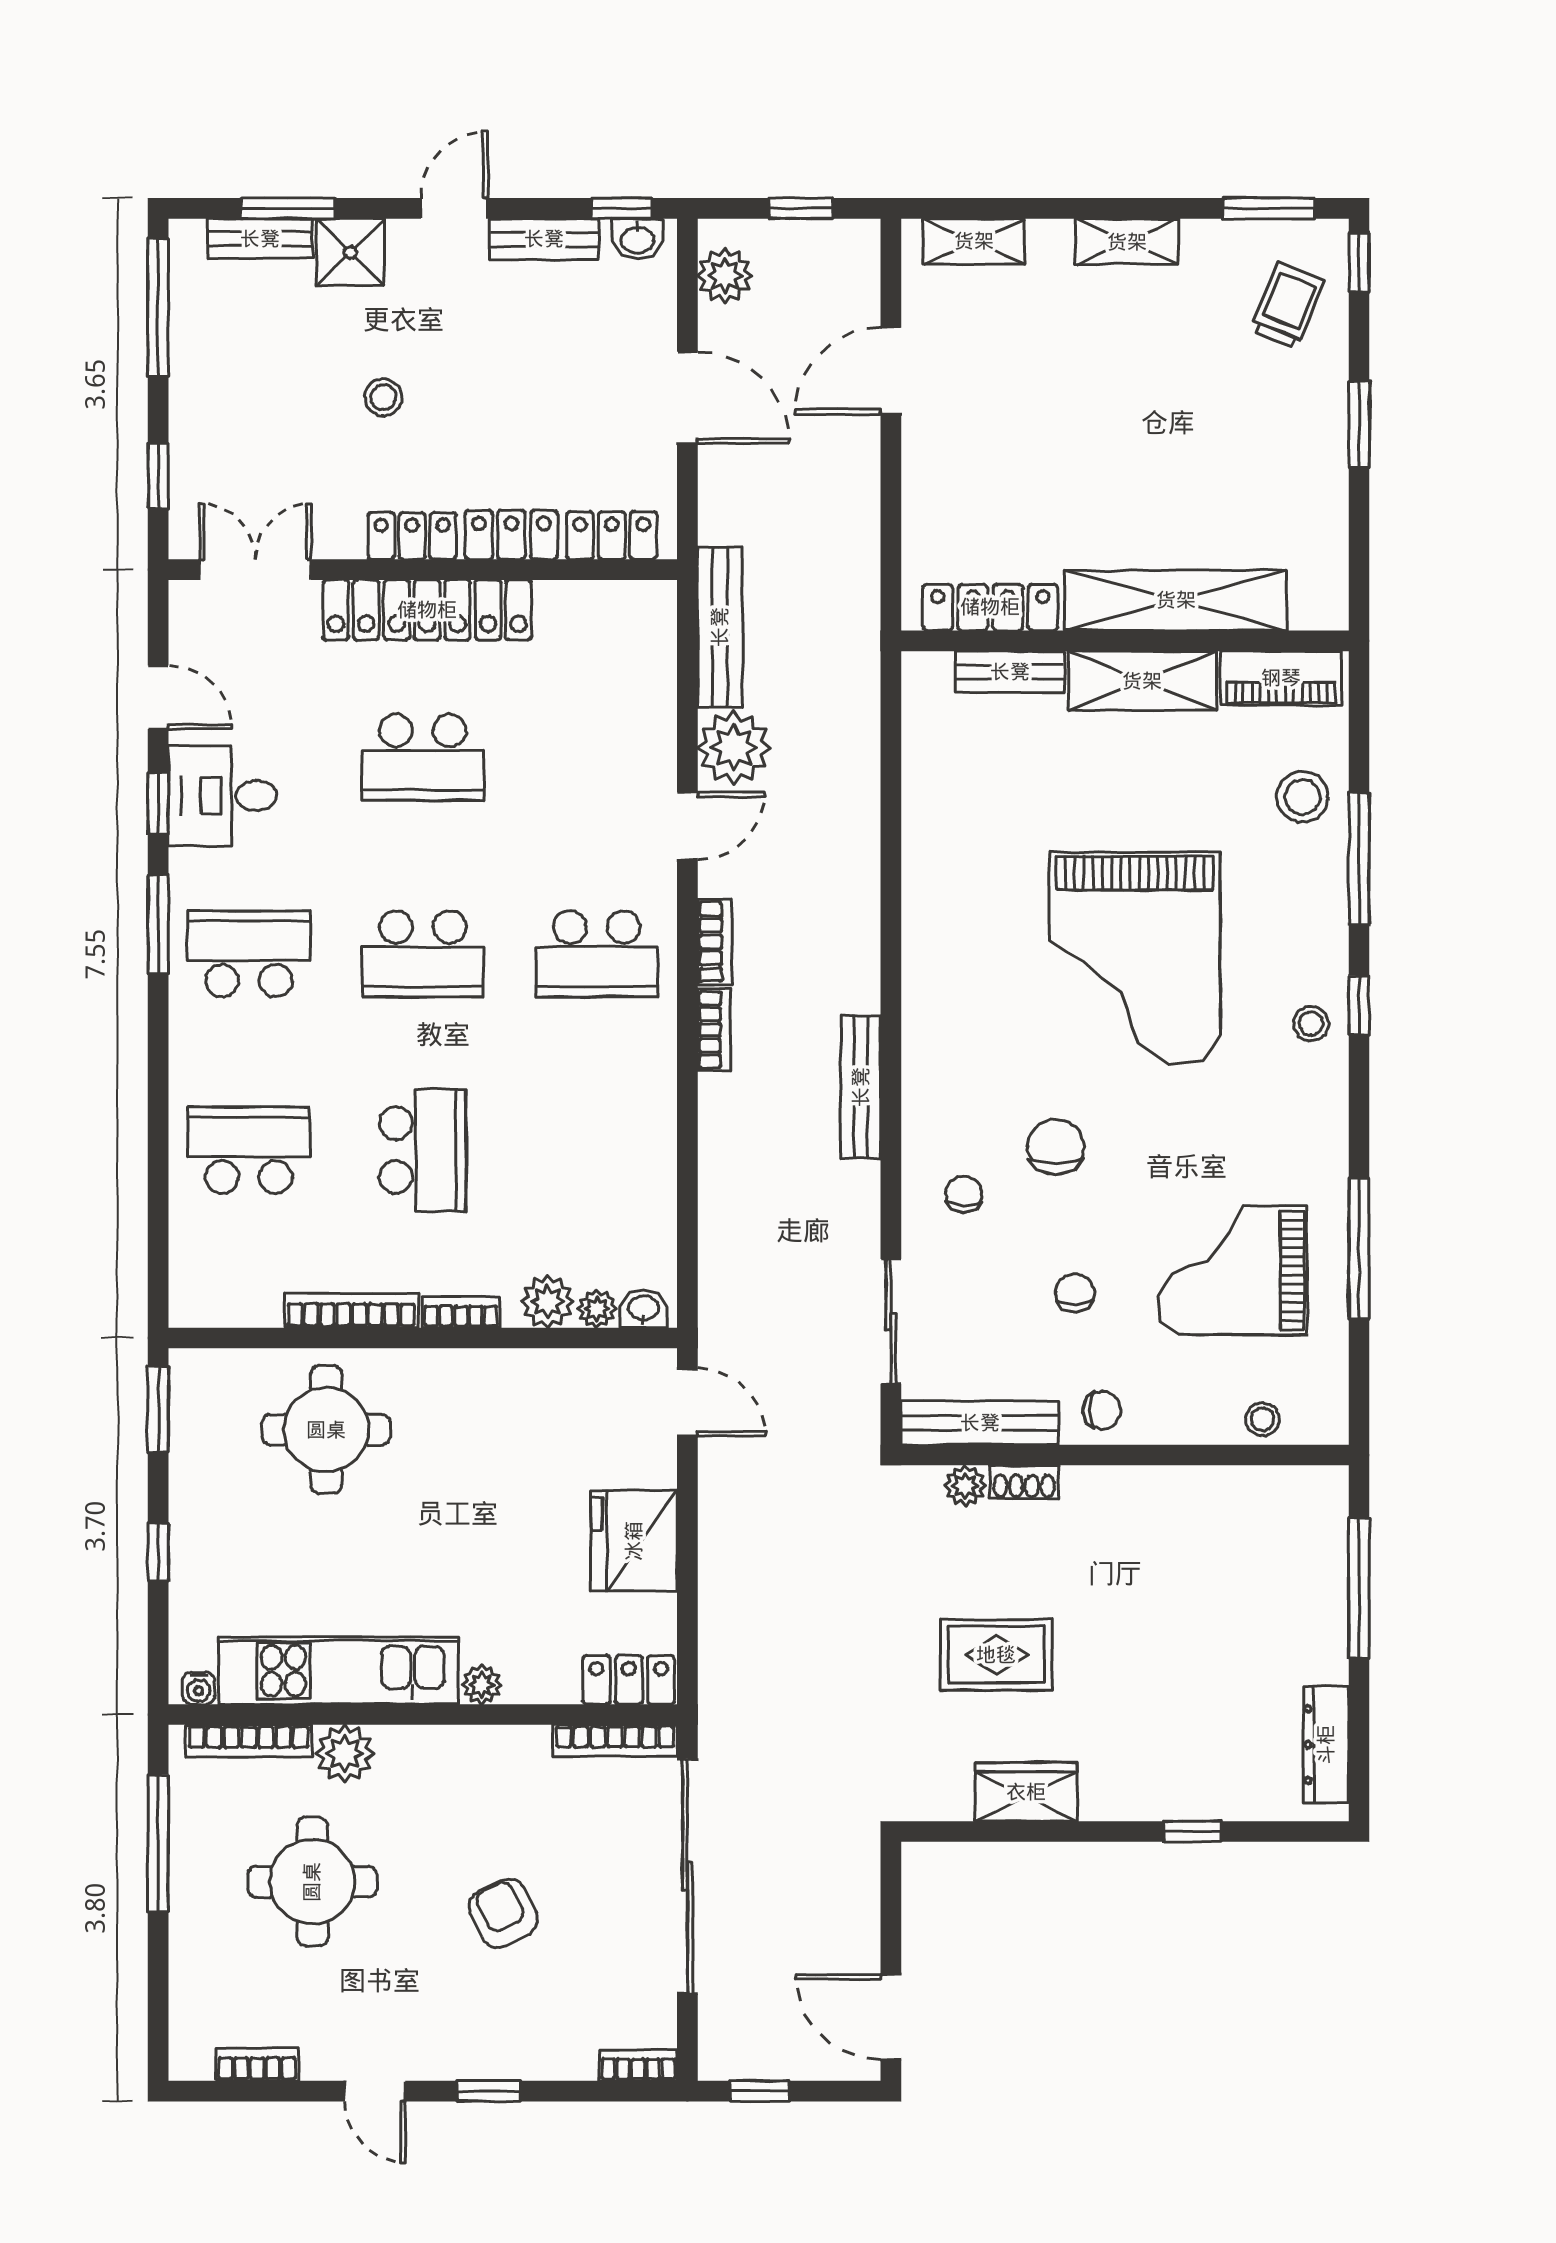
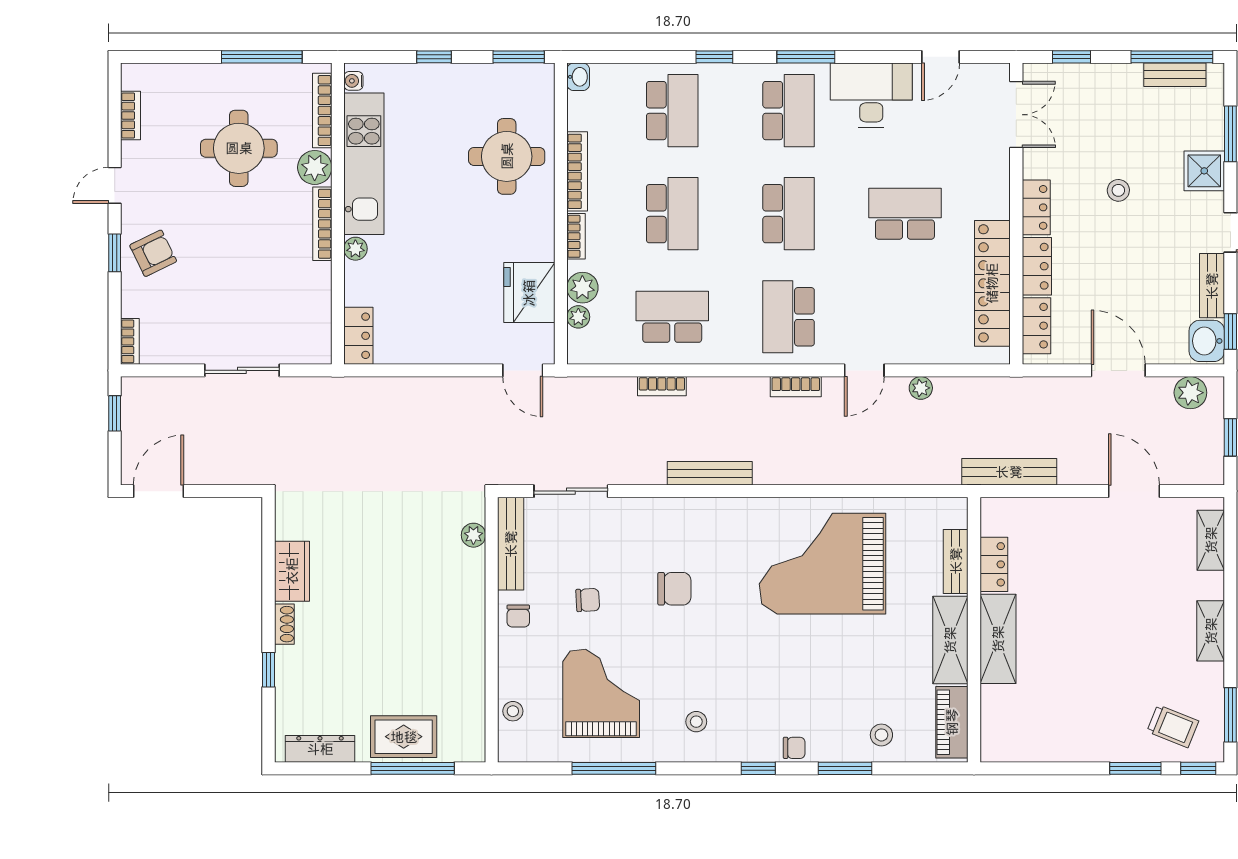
bench: (260, 239) -> (1175, 75), moved, turned 90
washbasin: (638, 239) -> (1207, 341), width x1.38, depth x1.45
door: (687, 398) -> (1118, 370), swing flipped
window: (1359, 424) -> (1135, 768), moved
shelving: (1176, 600) -> (998, 639), width x0.68
locker: (990, 607) -> (994, 564), width x0.66
locker: (427, 610) -> (992, 283), moved
bench: (720, 627) -> (1009, 472), moved
plant: (734, 748) -> (921, 388), width x0.53, depth x0.53
school desk: (423, 757) -> (905, 214), turned 90
desk: (223, 796) -> (871, 95), width x1.37
stool: (1303, 797) -> (881, 735), width x0.73, depth x0.73
window: (158, 804) -> (714, 57), moved
door: (687, 826) -> (864, 370), hinge flipped
window: (1359, 859) -> (845, 768), width x0.69
school desk: (423, 954) -> (789, 214), turned 180
grand piano: (1135, 958) -> (822, 564), moved
stool: (1311, 1024) -> (696, 722), moved
bookcase: (714, 1030) -> (662, 386), moved
school desk: (423, 1150) -> (672, 214), turned -90
school desk: (597, 1150) -> (672, 317), added
chair: (964, 1194) -> (794, 748), moved
washbasin: (644, 1309) -> (578, 77), moved
door: (687, 1402) -> (523, 370), hinge flipped
shoe rack: (1024, 1482) -> (284, 624), moved, turned 180
fridge: (634, 1541) -> (529, 293), moved, turned -90
rug: (996, 1655) -> (404, 737), moved, turned 90
bookcase: (615, 1741) -> (322, 224), moved
sliding door: (687, 1876) -> (242, 370), width x0.54
armchair: (503, 1913) -> (153, 253), moved

